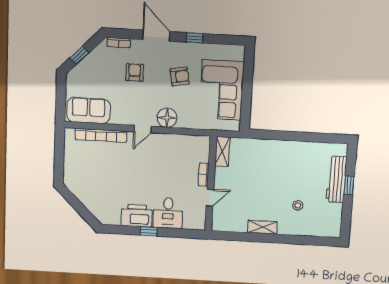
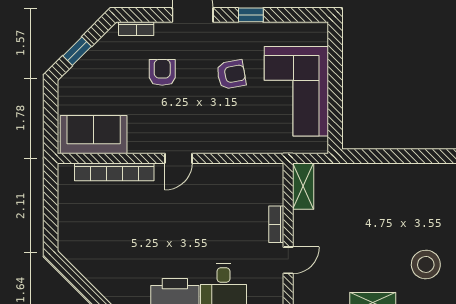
floor lamp: (167, 118) -> (215, 139), removed
stool: (298, 205) -> (426, 264), width x1.89, depth x1.89

